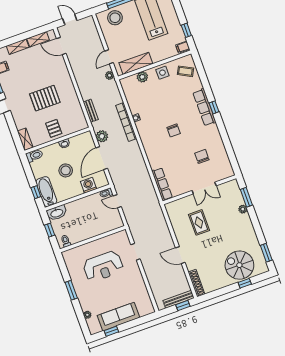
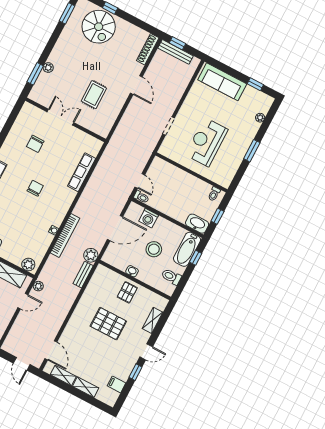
plant: (142, 77) -> (28, 265), moved
plant: (102, 136) -> (91, 255), moved
shelving: (25, 139) -> (153, 320), moved
toilet: (34, 156) -> (171, 277), moved
row of seats: (162, 184) -> (82, 172), moved
reception desk: (103, 266) -> (207, 142), turned -90
sofa: (119, 317) -> (222, 82), moved

